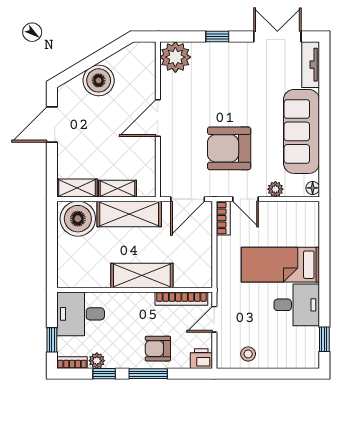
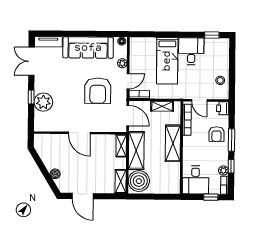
plant: (175, 57) -> (43, 102), moved
boiler: (99, 80) -> (55, 174), width x0.54, depth x0.54
shelving: (118, 189) -> (121, 146), moved
shelving: (204, 257) -> (162, 106), added

